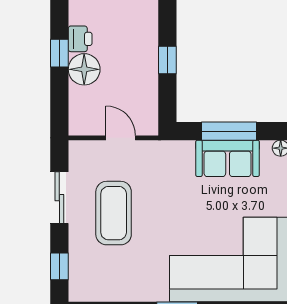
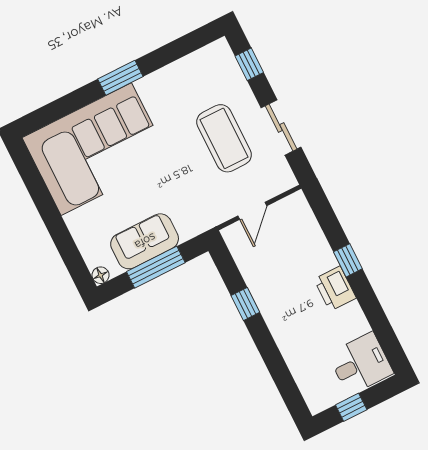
printer: (80, 39) -> (335, 289), width x1.36, depth x1.24
floor lamp: (84, 69) -> (318, 257), removed
door: (121, 138) -> (252, 211), hinge flipped

